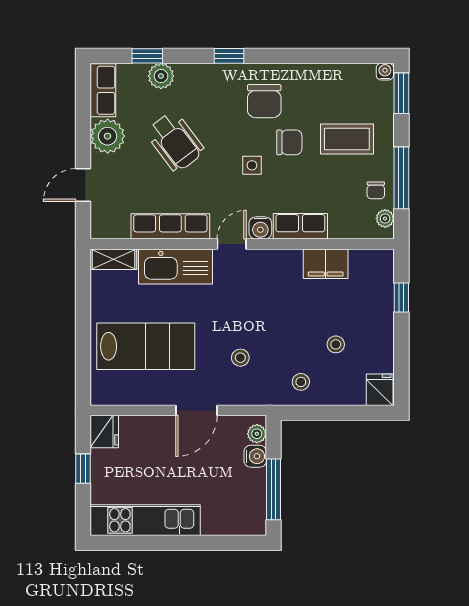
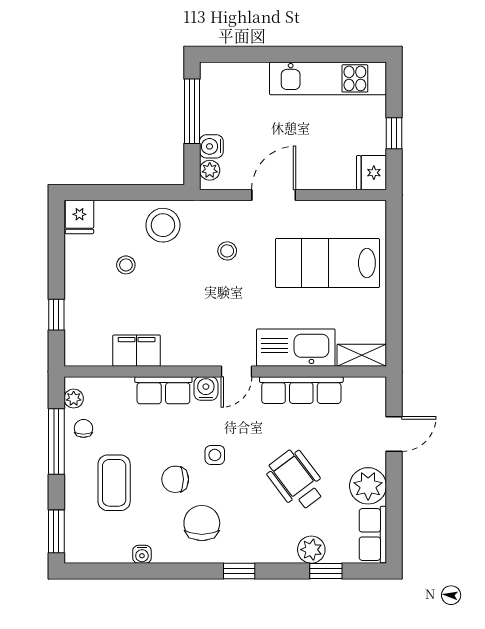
water cooler: (385, 72) -> (142, 554), moved
coffee table: (347, 139) -> (114, 483), turned 90
stool: (301, 382) -> (163, 225), width x1.89, depth x1.89

